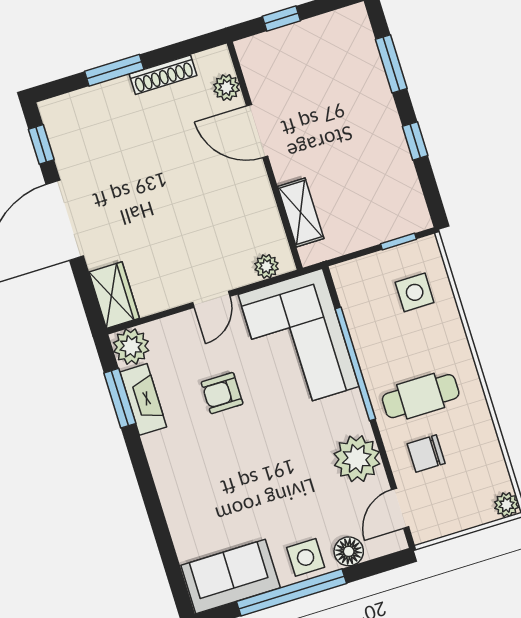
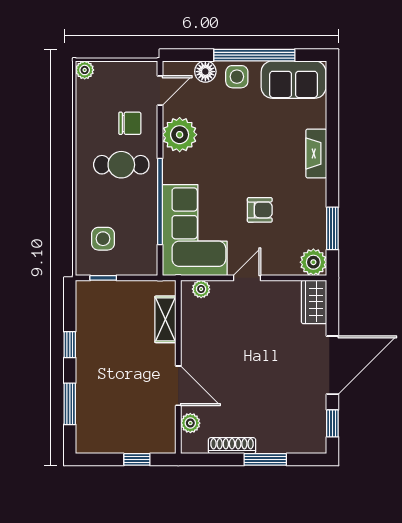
fireplace: (143, 399) -> (316, 153), moved

